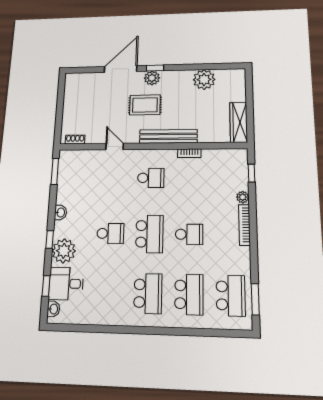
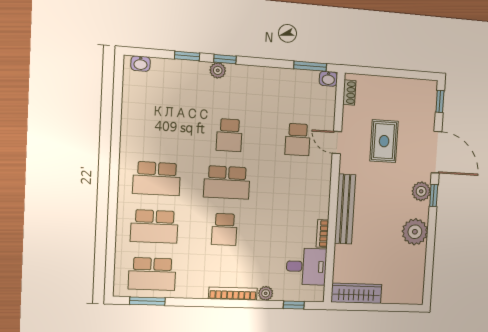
window: (81, 70) -> (440, 101), added
plant: (204, 80) -> (415, 232), moved
rug: (145, 105) -> (384, 141), moved
door: (115, 147) -> (337, 142), swing flipped
school desk: (151, 178) -> (298, 140), moved
washbasin: (60, 213) -> (328, 79), moved
plant: (64, 251) -> (218, 70), width x0.53, depth x0.53
desk: (66, 284) -> (306, 266), moved, turned 90
window: (46, 286) -> (187, 56), moved

